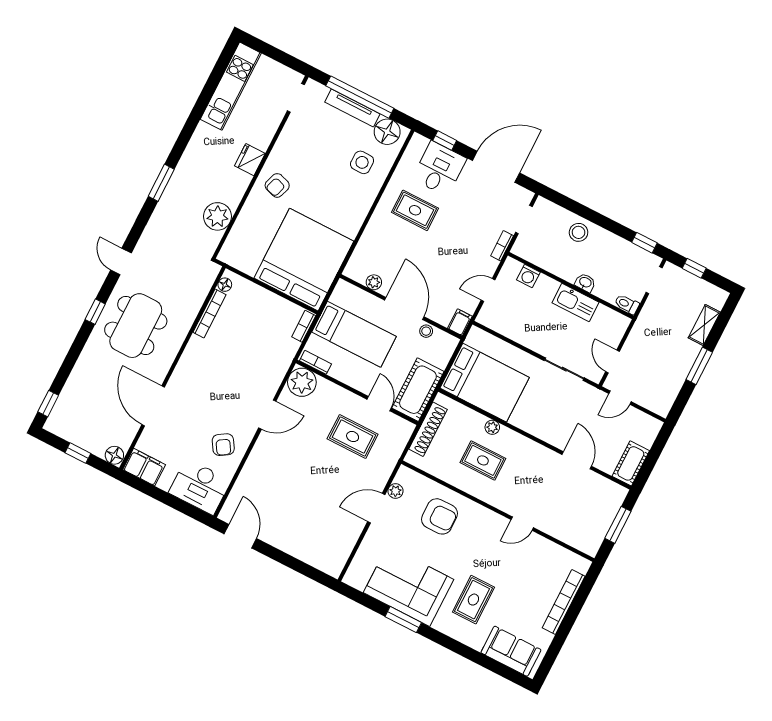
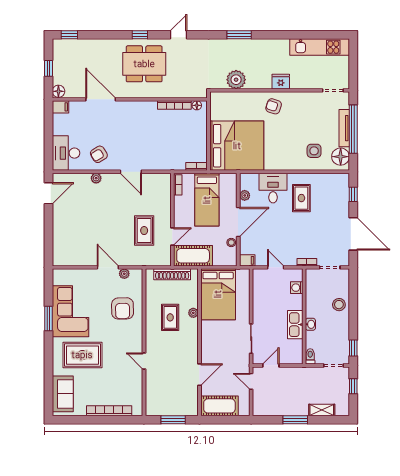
desk: (439, 169) -> (273, 188), moved, turned -90
plant: (302, 382) -> (96, 178), moved, width x0.53, depth x0.53
door: (153, 406) -> (101, 99), hinge flipped
cot: (631, 463) -> (219, 406), width x1.37, depth x1.34
filing cabinet: (144, 467) -> (60, 107), width x0.50
rug: (473, 600) -> (82, 355), width x1.36, depth x1.43

